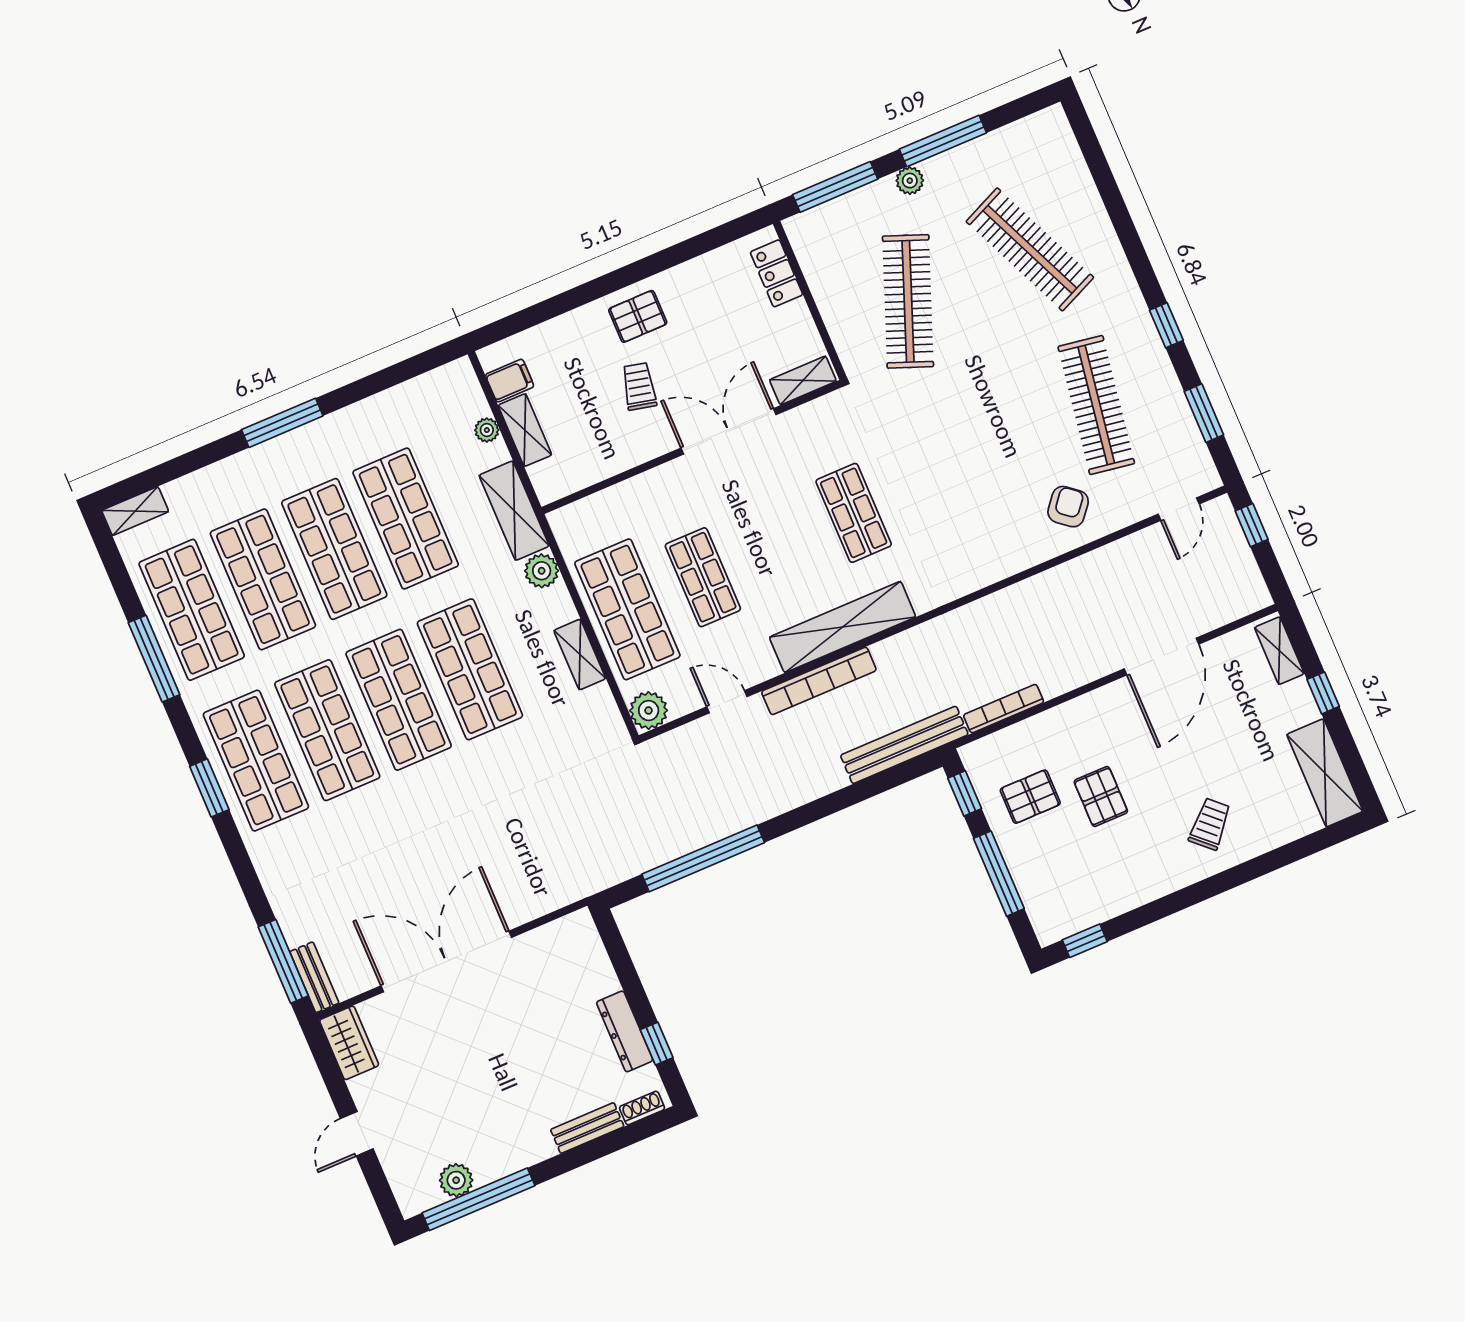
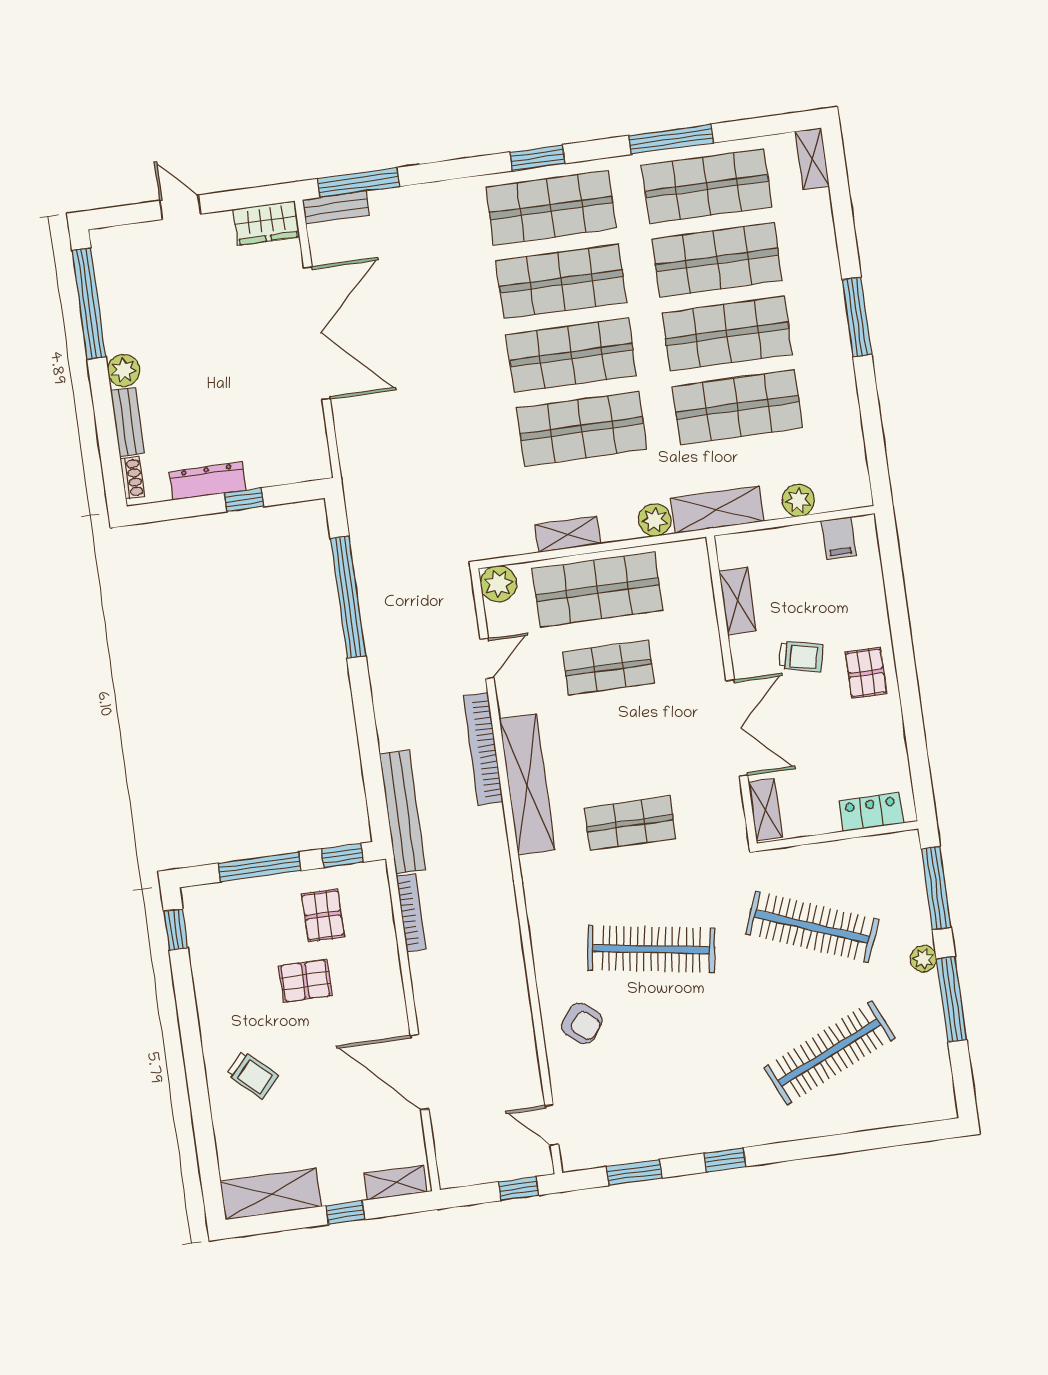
clothes rail: (1096, 405) -> (651, 949), moved
plant: (487, 430) -> (798, 500), width x1.38, depth x1.38
shelving: (525, 430) -> (738, 601), moved, turned 90
window: (657, 1044) -> (244, 500), moved
plant: (456, 1180) -> (124, 370), moved

